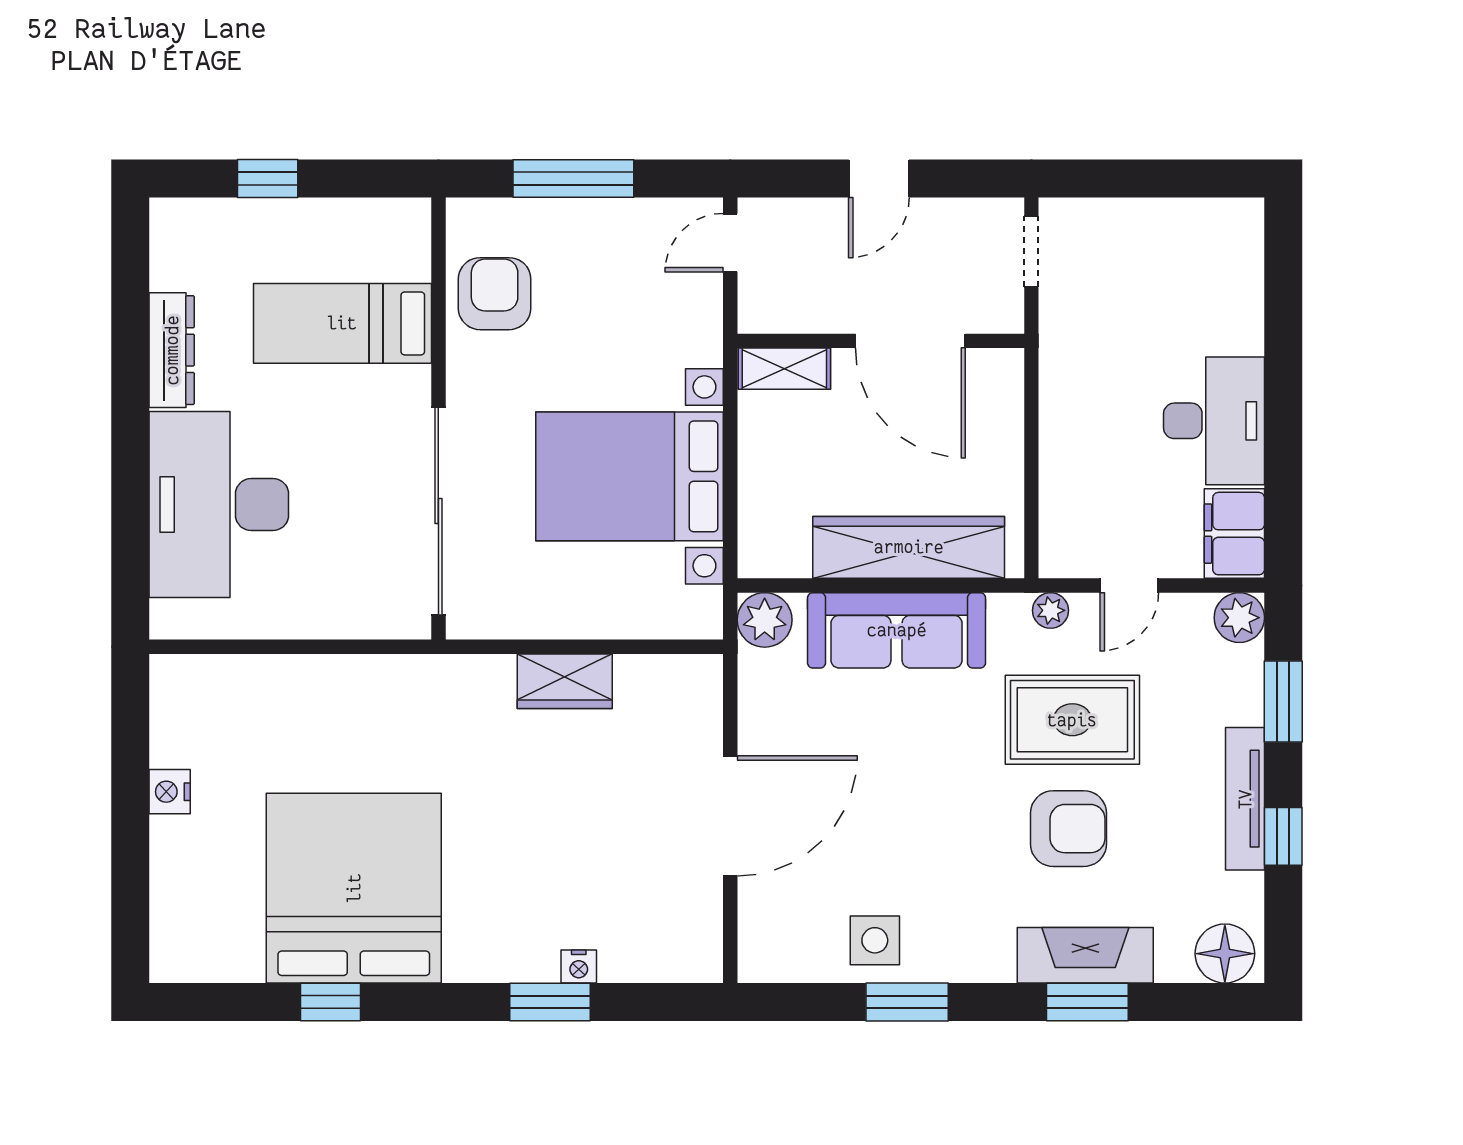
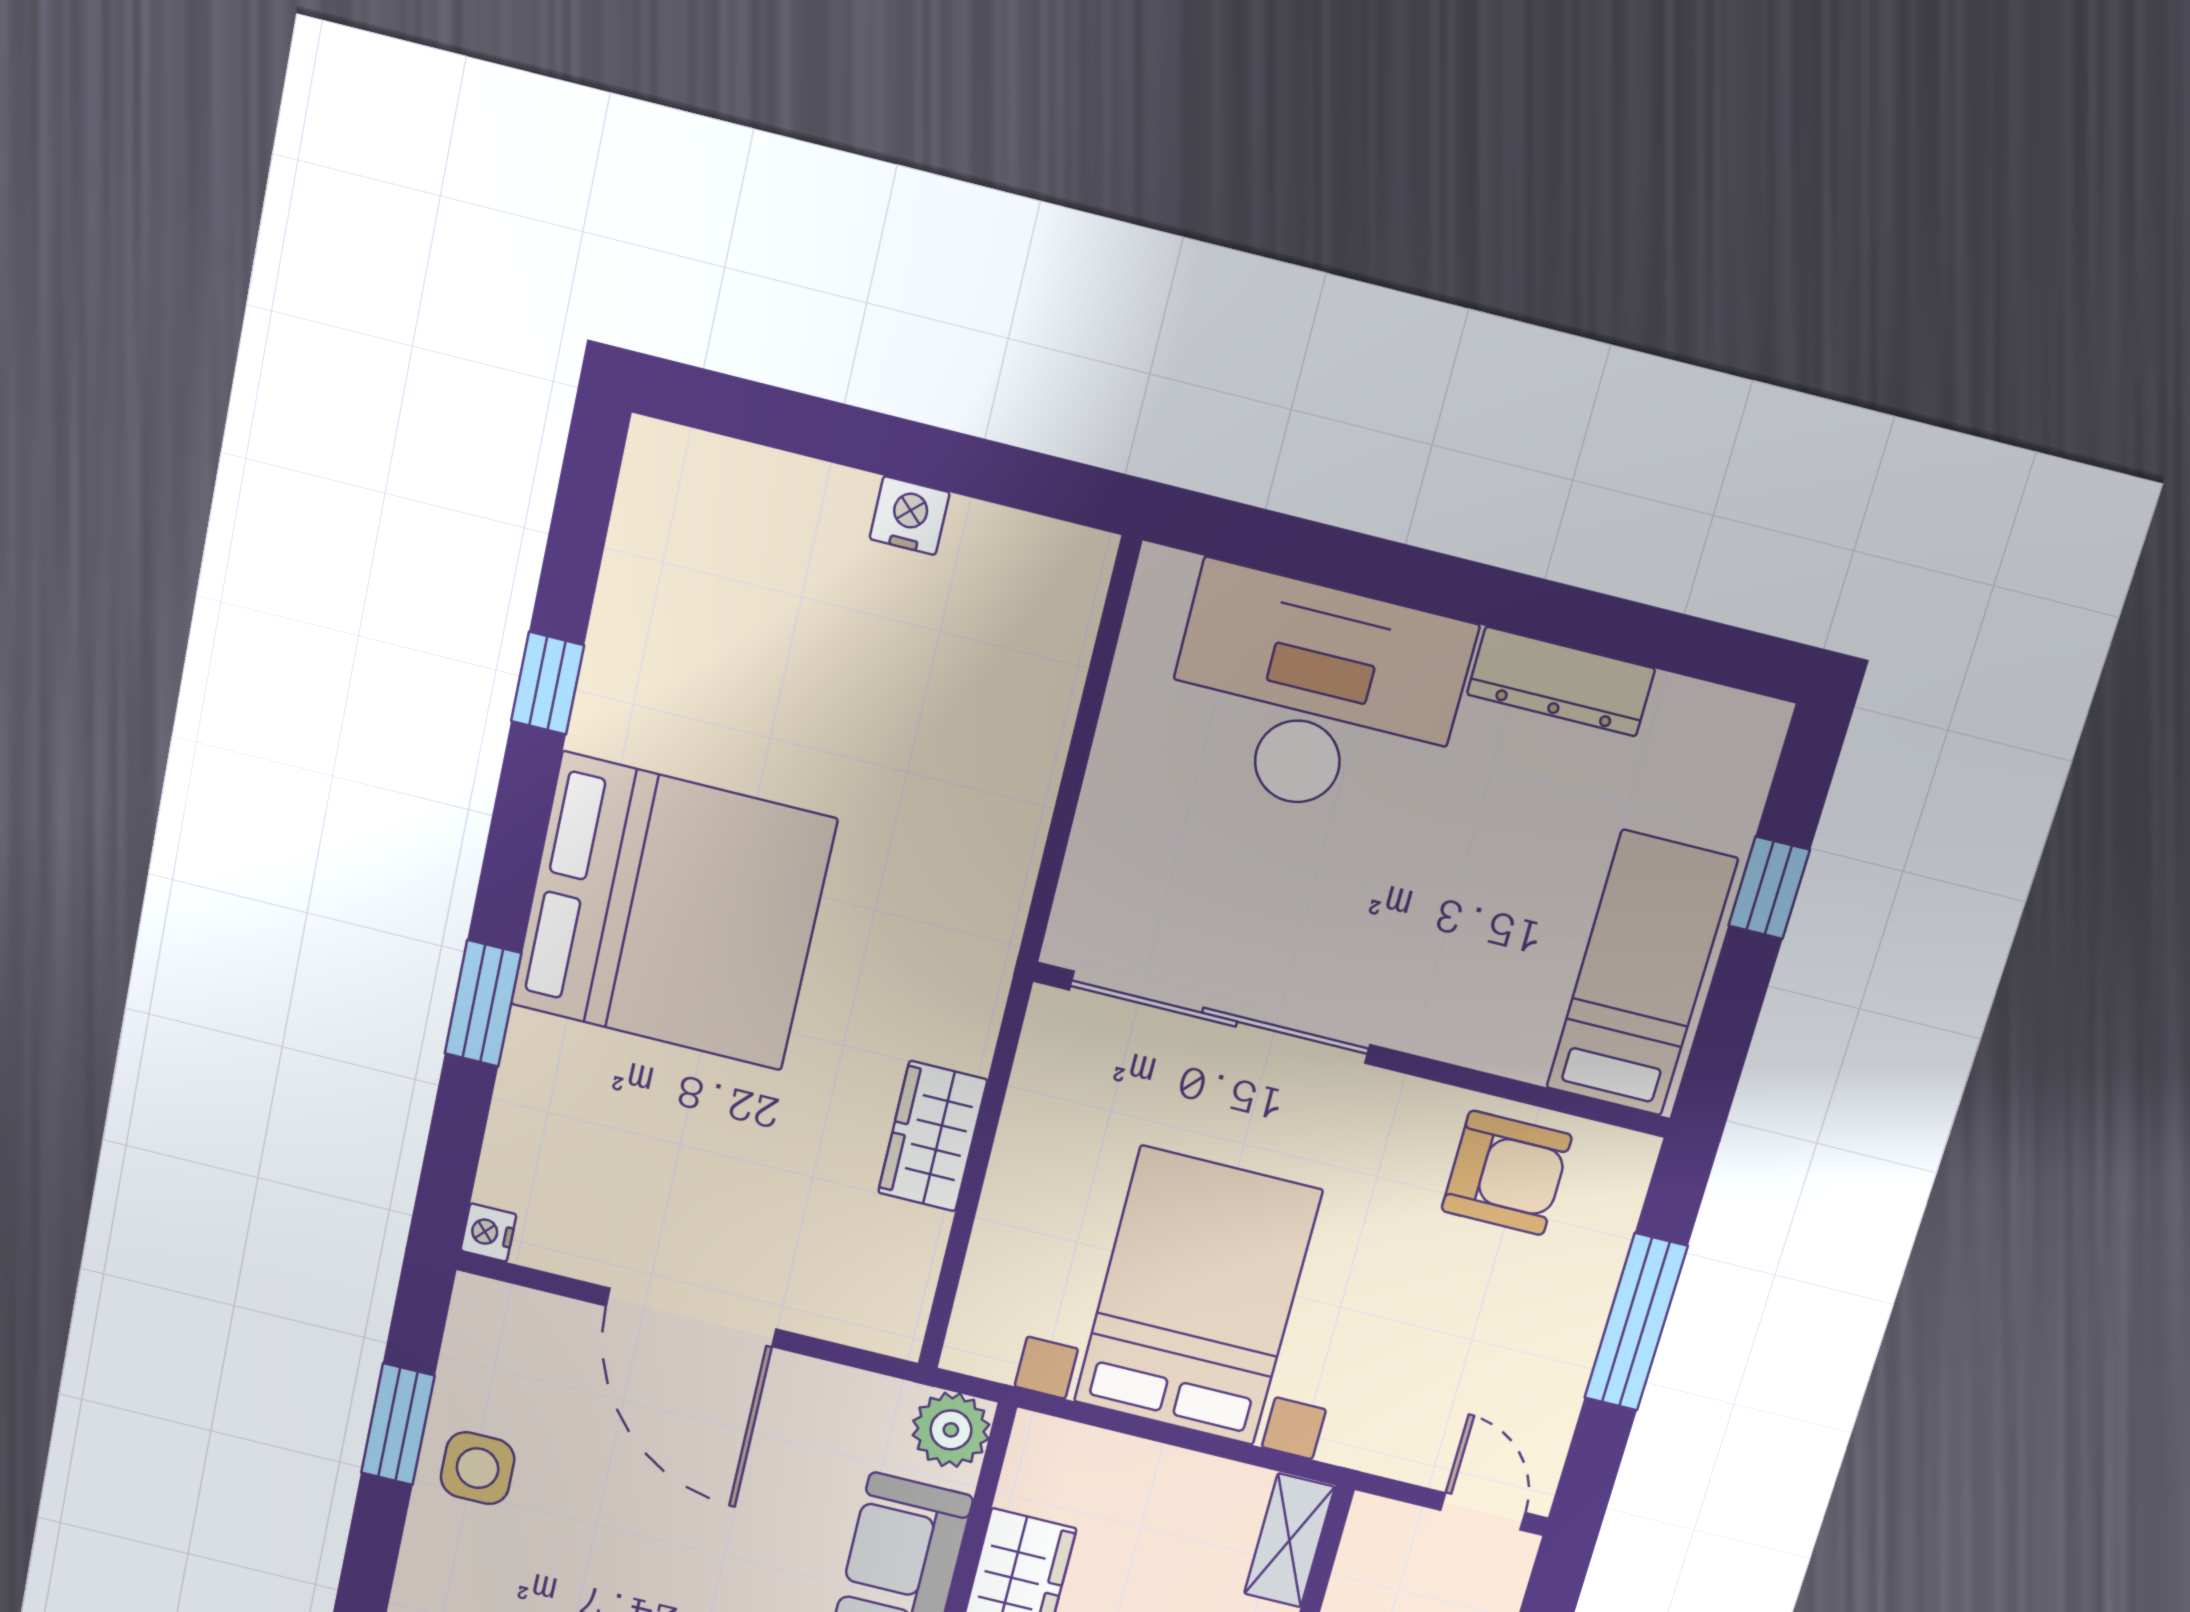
bed: (342, 323) -> (1641, 974), moved
bed: (354, 888) -> (673, 912), moved
nightstand: (579, 967) -> (488, 1233), moved
window: (907, 1002) -> (398, 1424), moved

